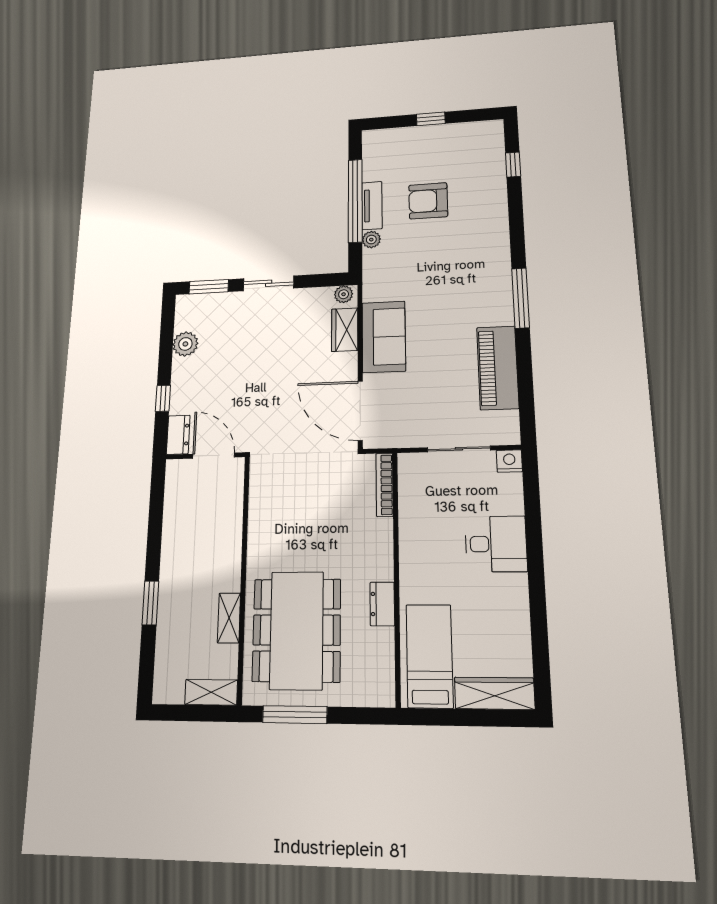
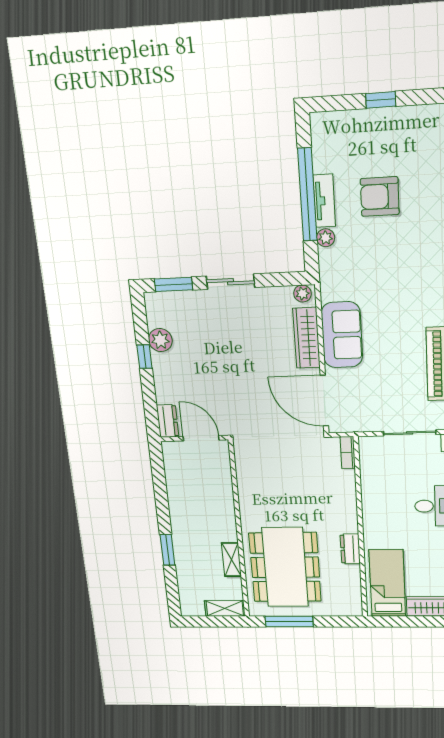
wardrobe: (345, 330) -> (307, 338), width x1.50
window: (163, 398) -> (144, 357), moved
bookcase: (385, 485) -> (348, 453), width x0.64

